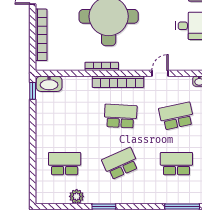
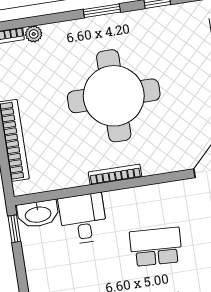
bookcase: (118, 82) -> (144, 194), removed
desk: (77, 91) -> (83, 219), added

